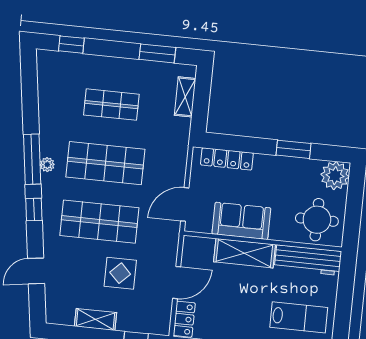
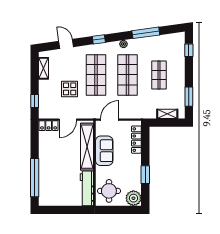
window: (32, 159) -> (146, 33), moved
door: (185, 204) -> (110, 120), hinge flipped
shelving: (244, 253) -> (87, 147), width x1.47
door: (177, 283) -> (68, 120), hinge flipped
lab bench: (299, 317) -> (56, 187), removed
shelving: (95, 319) -> (44, 68), moved

